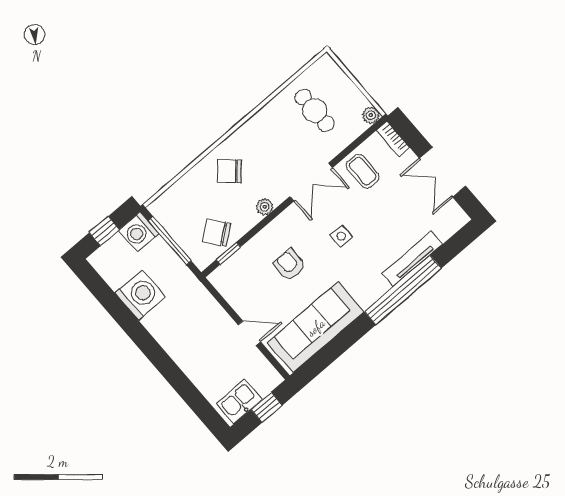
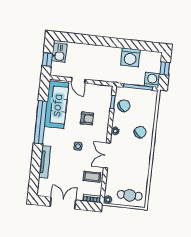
cafe table: (315, 110) -> (130, 195), moved
window: (403, 290) -> (40, 122), moved
door: (249, 333) -> (78, 80), hinge flipped

